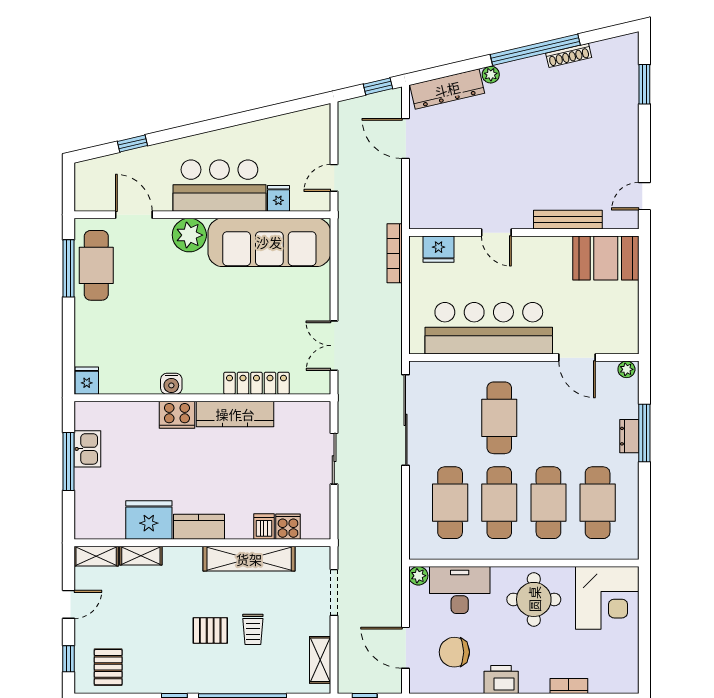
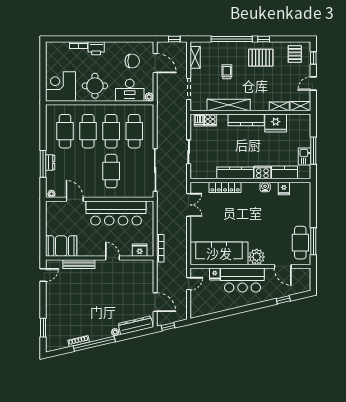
fridge: (87, 381) -> (284, 189), moved
kitchen counter: (130, 415) -> (284, 172), added
kitchen counter: (199, 527) -> (246, 120), width x1.50
dishwasher: (264, 527) -> (199, 120), moved
pallet: (210, 630) -> (261, 58), moved, width x1.50, depth x1.42
printer: (501, 679) -> (96, 48), moved

